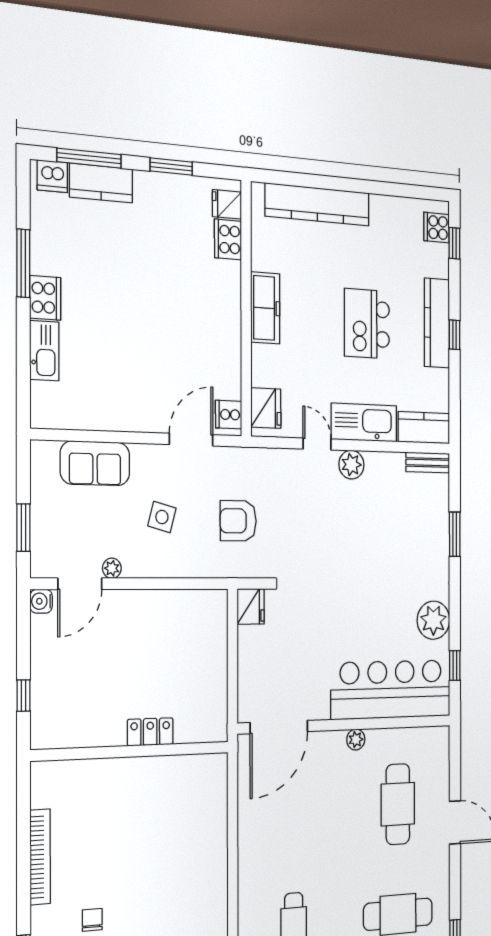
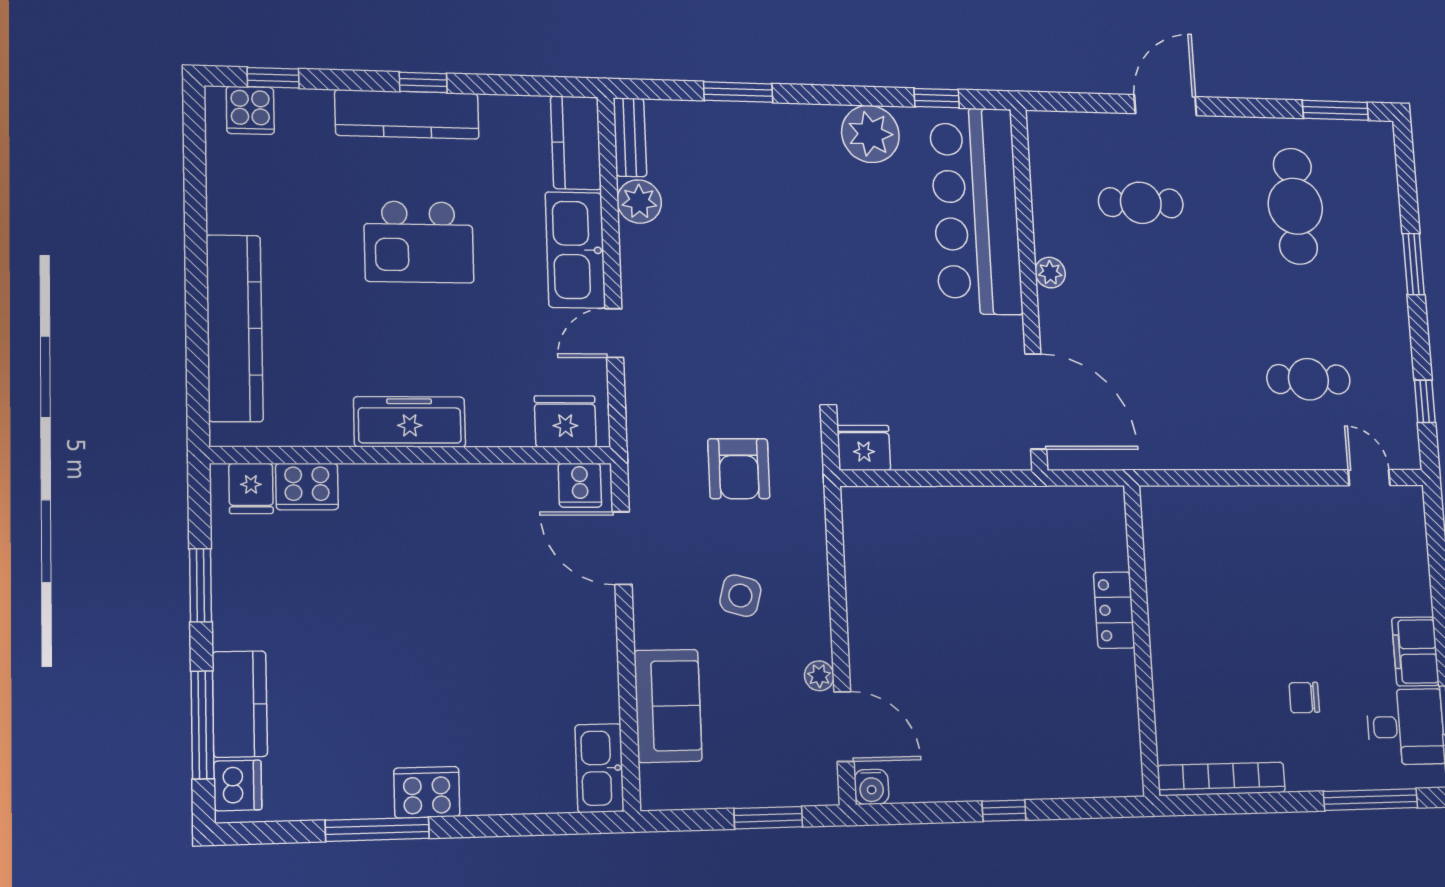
kitchen sink: (44, 351) -> (599, 768), moved, turned -90
plant: (351, 465) -> (639, 202), moved
locker: (150, 732) -> (1114, 610), moved
wall: (131, 751) -> (1142, 640), moved
cafe table: (398, 804) -> (1141, 203), width x0.73, depth x0.74

